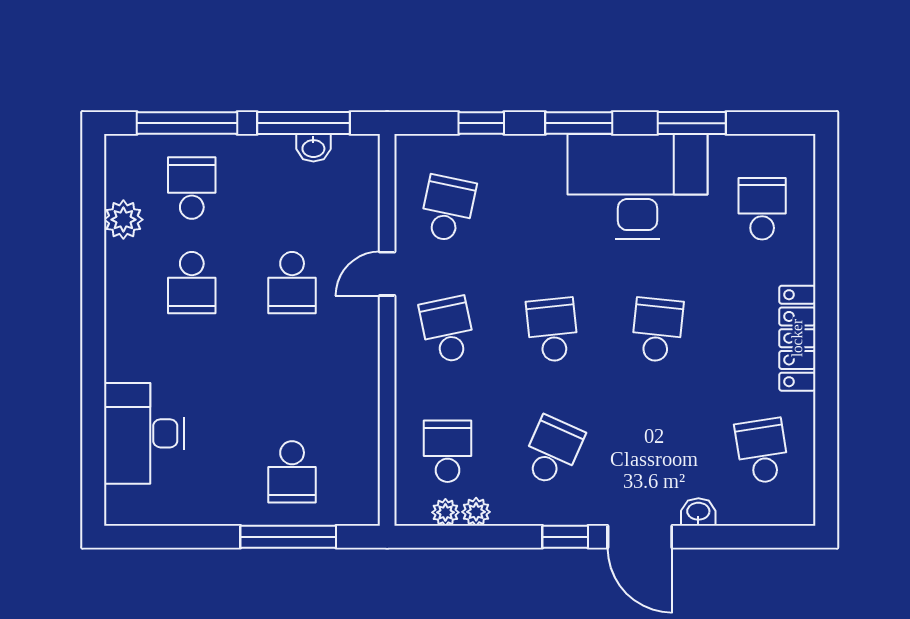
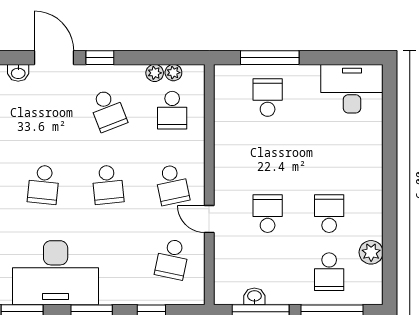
door: (387, 274) -> (209, 219), swing flipped
desk: (144, 433) -> (352, 89), moved, turned -90
school desk: (552, 451) -> (108, 110), turned -45

